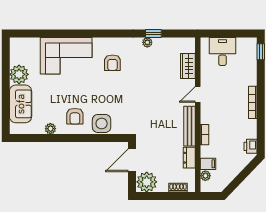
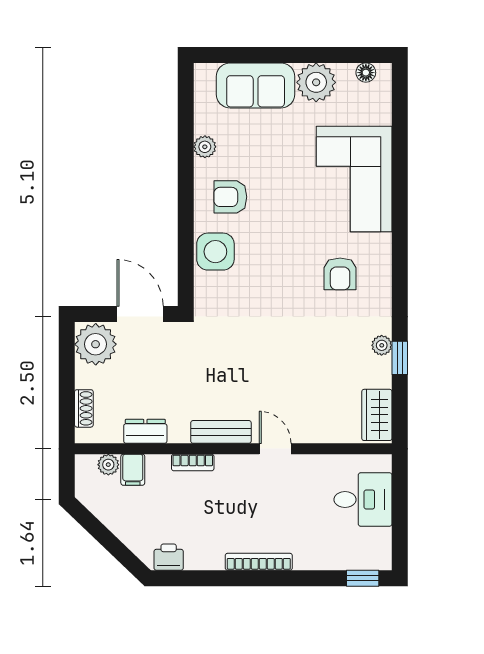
floor lamp: (14, 50) -> (366, 73), added
armchair: (112, 63) -> (340, 274), turned -90
wardrobe: (188, 66) -> (377, 415), moved, turned -90
bench: (190, 126) -> (221, 432), width x0.73

